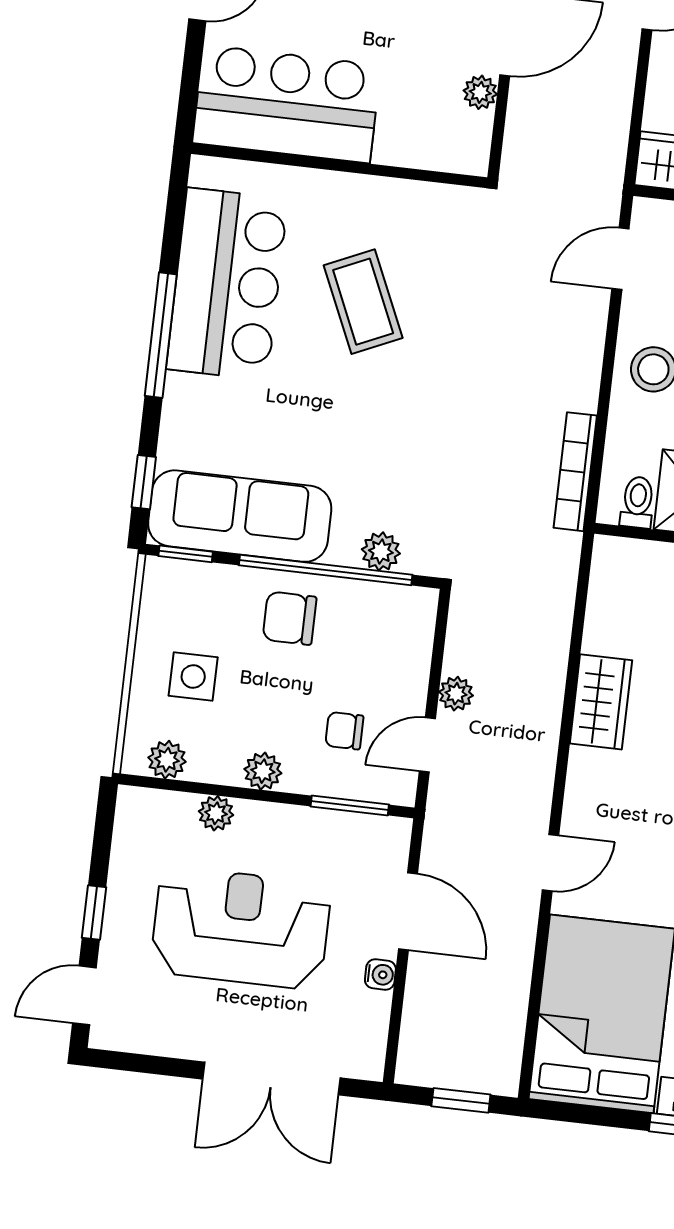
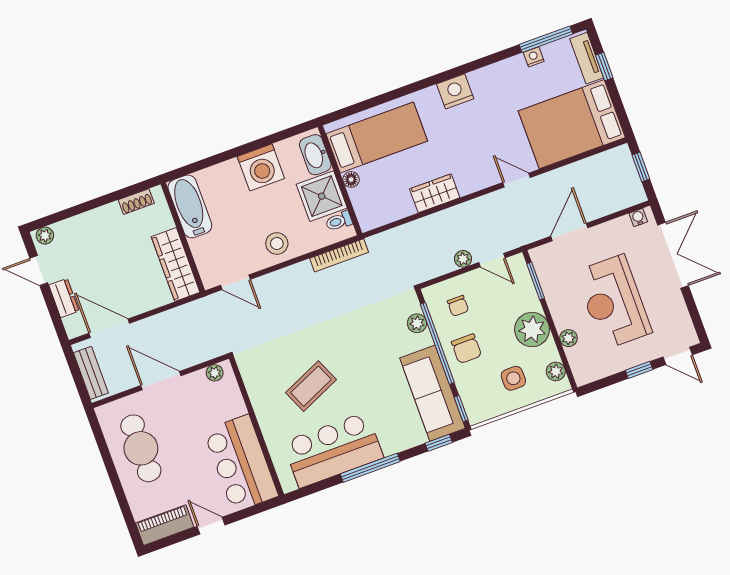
plant: (480, 92) -> (215, 373), moved
chair: (344, 731) -> (458, 306), moved
plant: (263, 771) -> (532, 330), width x1.87, depth x1.87
water cooler: (380, 975) -> (638, 217), moved

